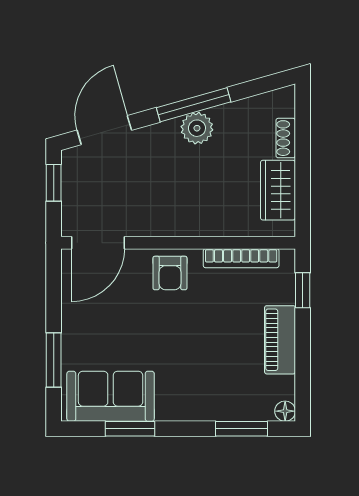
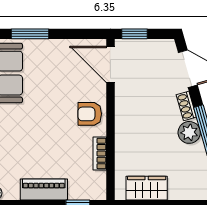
shoe rack: (286, 138) -> (186, 106), moved, turned -106
window: (54, 183) -> (134, 34), moved
bookcase: (241, 258) -> (100, 153), width x0.64

